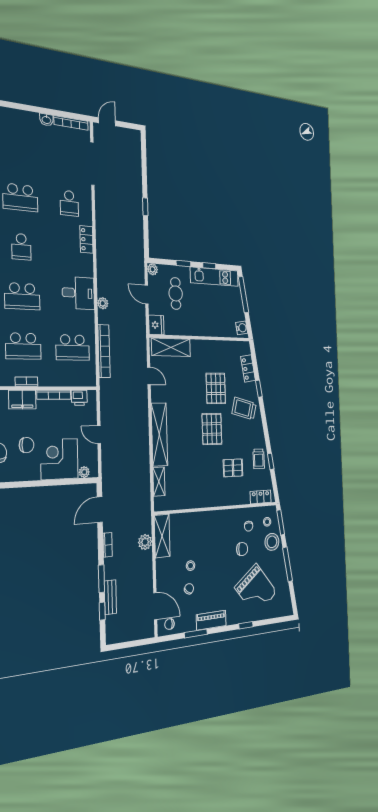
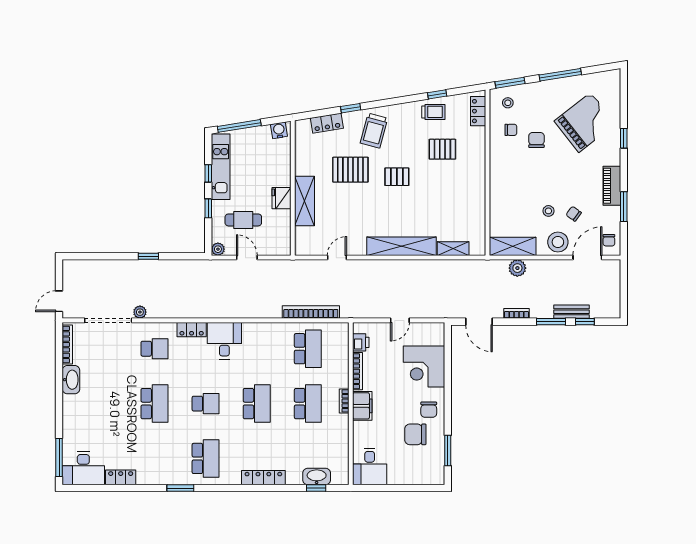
washbasin: (46, 120) -> (71, 380), width x1.91, depth x1.45
door: (107, 122) -> (59, 301), hinge flipped
desk: (78, 293) -> (224, 341), moved
door: (147, 295) -> (247, 258), swing flipped
plant: (103, 303) -> (140, 312), moved
fridge: (156, 325) -> (282, 198), moved, turned -90
shelving: (171, 347) -> (305, 201), moved
pallet: (212, 429) -> (397, 177), width x0.67, depth x0.71
chair: (27, 445) -> (429, 410), moved, turned 180
pallet: (233, 468) -> (442, 149), turned 90
plant: (84, 472) -> (439, 339), removed
stool: (272, 542) -> (558, 242), moved

